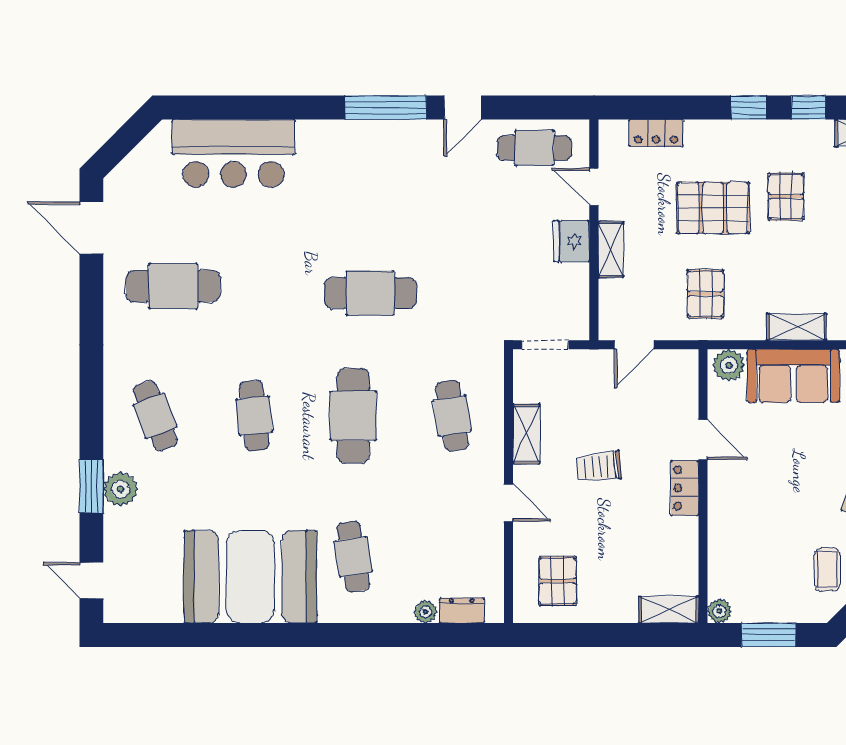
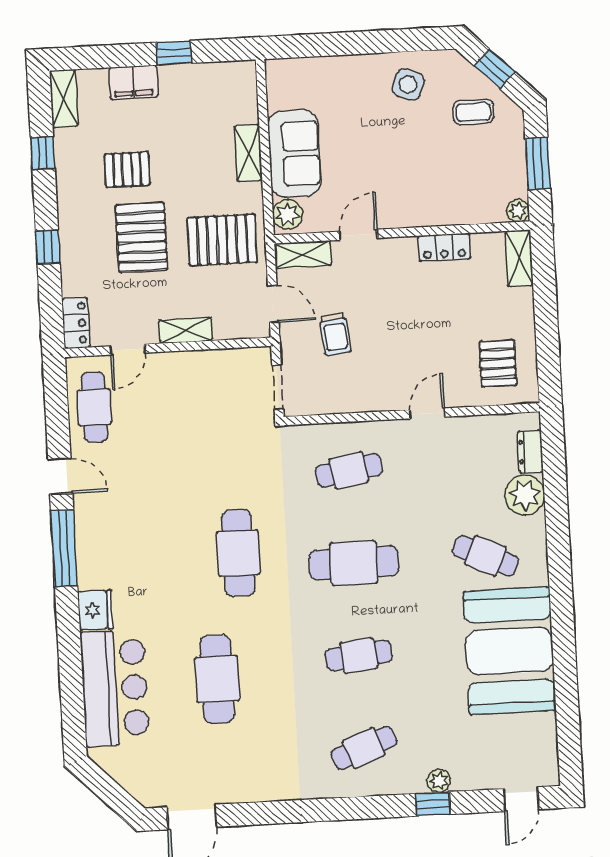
window: (749, 107) -> (48, 247), moved
locker: (656, 133) -> (76, 323), moved
fridge: (572, 241) -> (95, 610), moved, turned -90
cafe table: (173, 286) -> (217, 679), moved
pallet: (705, 294) -> (222, 240), width x1.50, depth x1.42
shelving: (526, 434) -> (303, 255), moved
trolley: (599, 467) -> (335, 334), moved
window: (91, 486) -> (433, 804), width x0.67
locker: (685, 488) -> (444, 247), moved
plant: (120, 489) -> (439, 781), width x0.73, depth x0.73
cafe table: (353, 557) -> (486, 556), turned 33
pallet: (558, 581) -> (498, 363), turned 90
plant: (426, 612) -> (525, 495), width x1.87, depth x1.87

